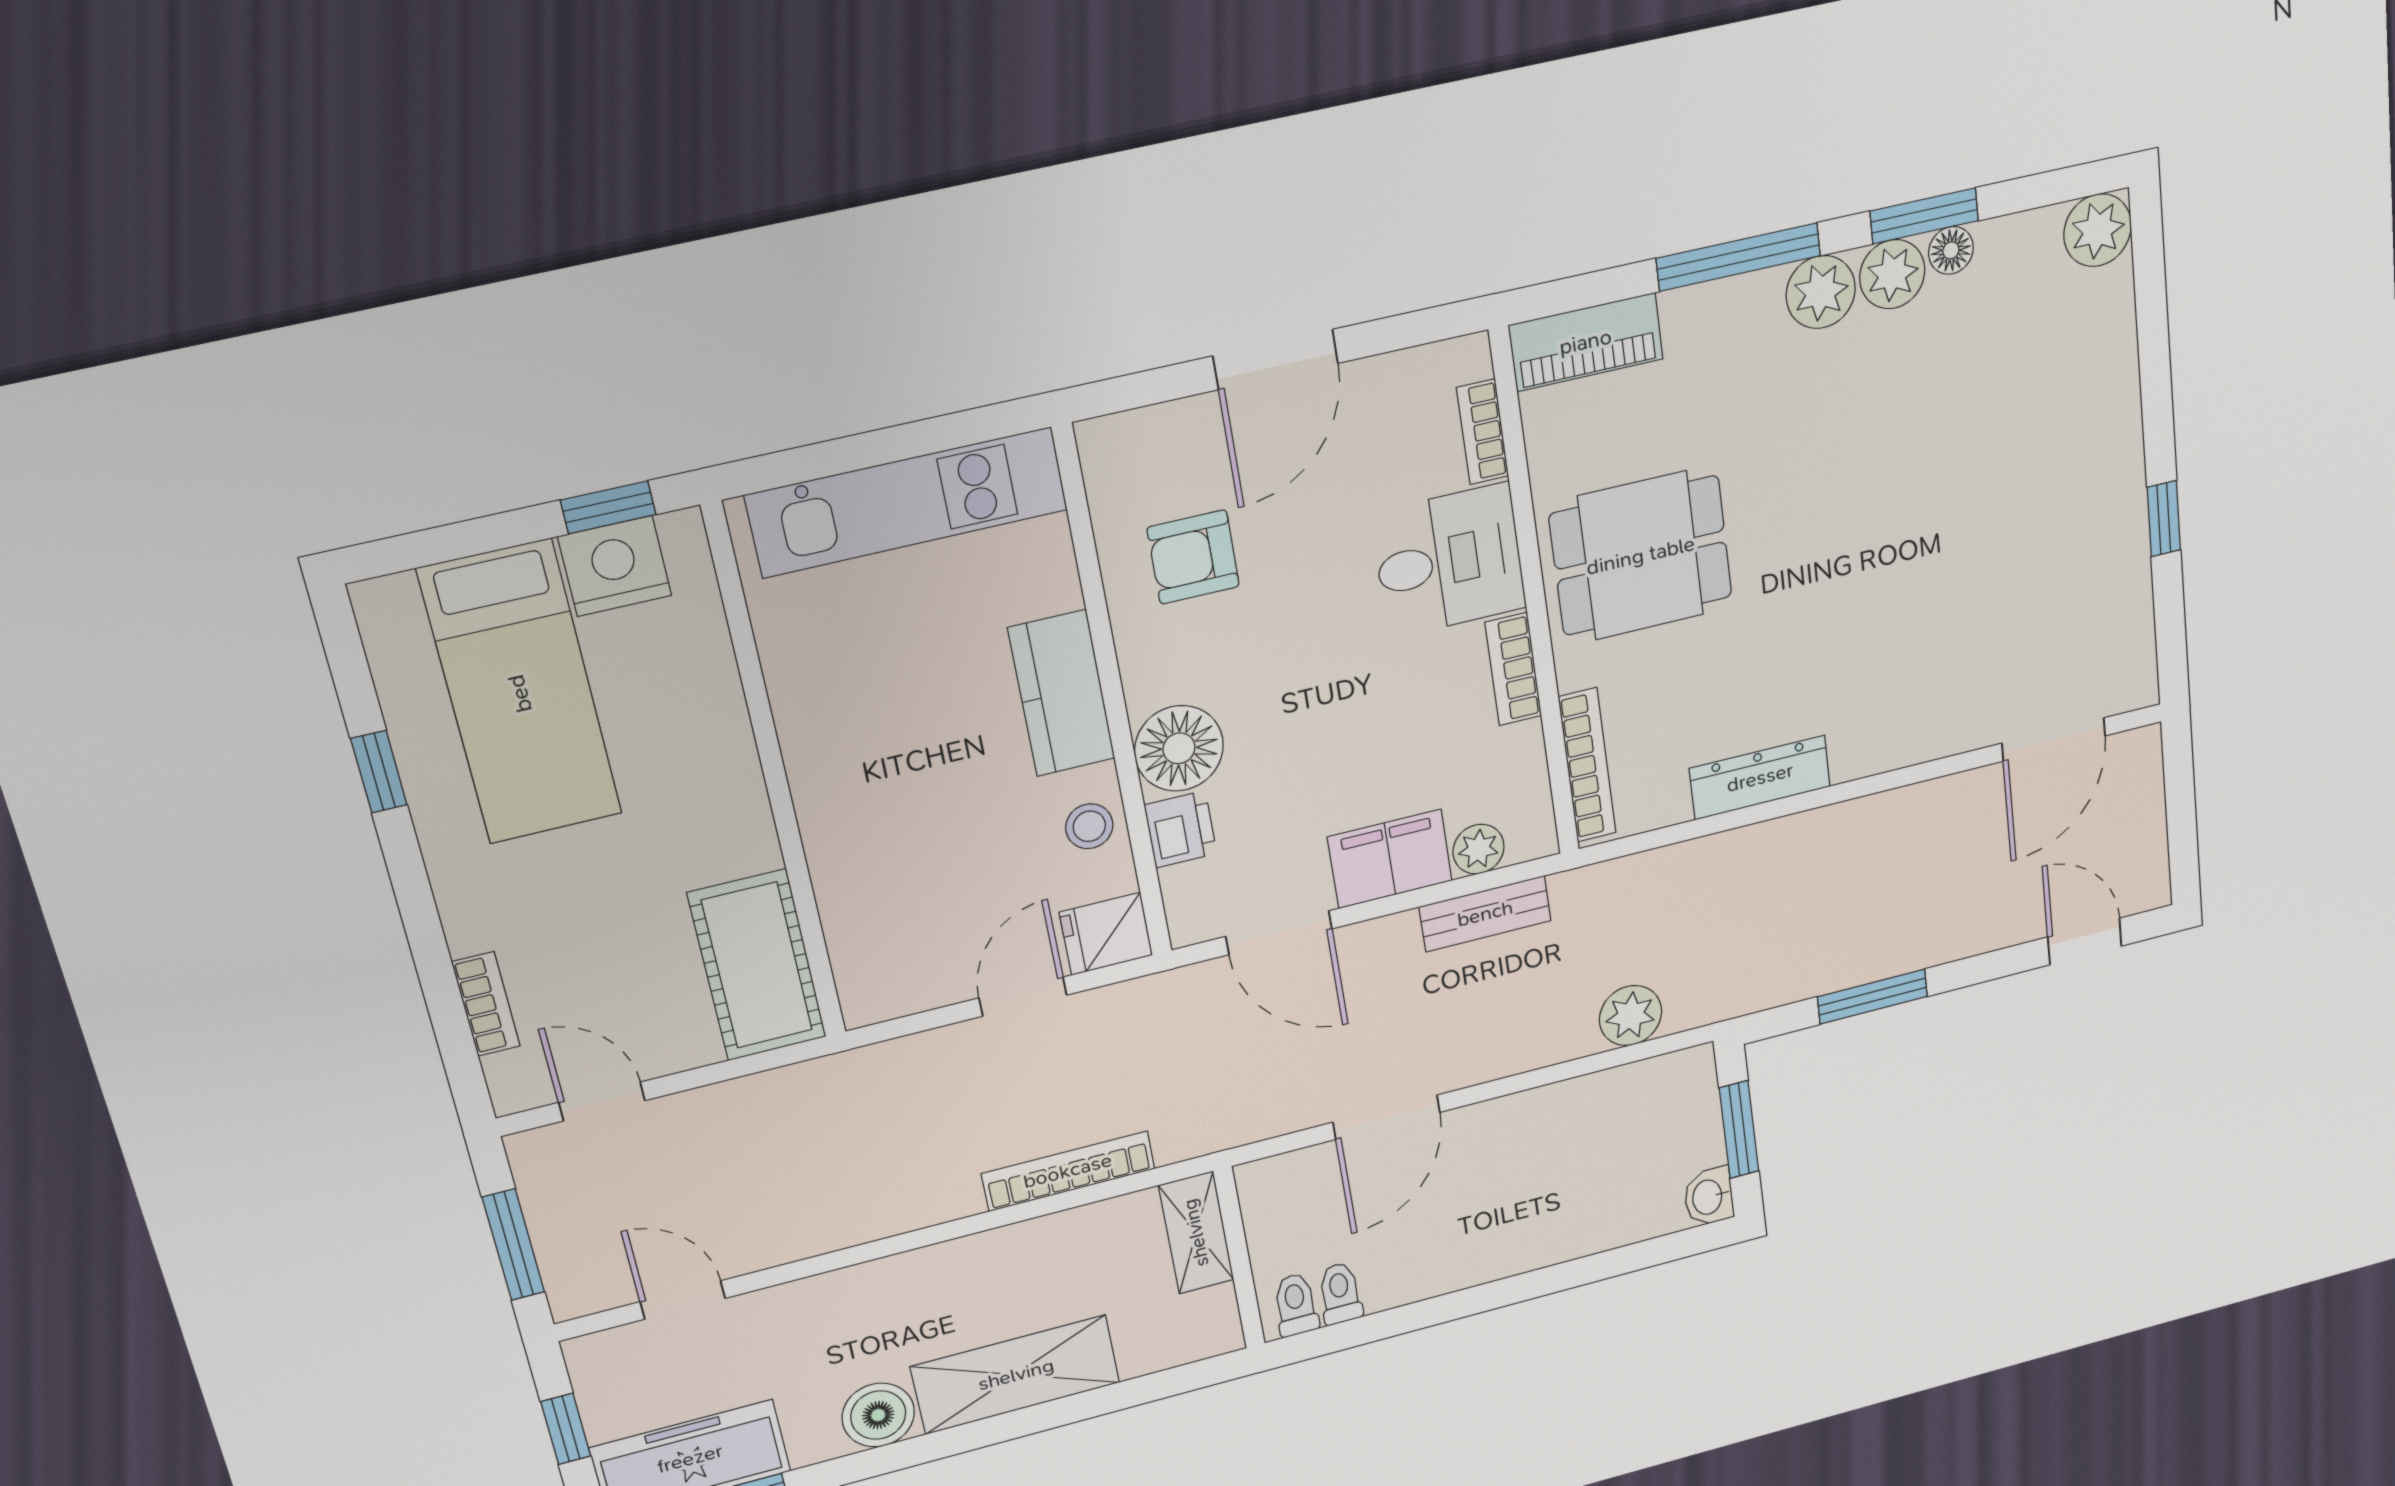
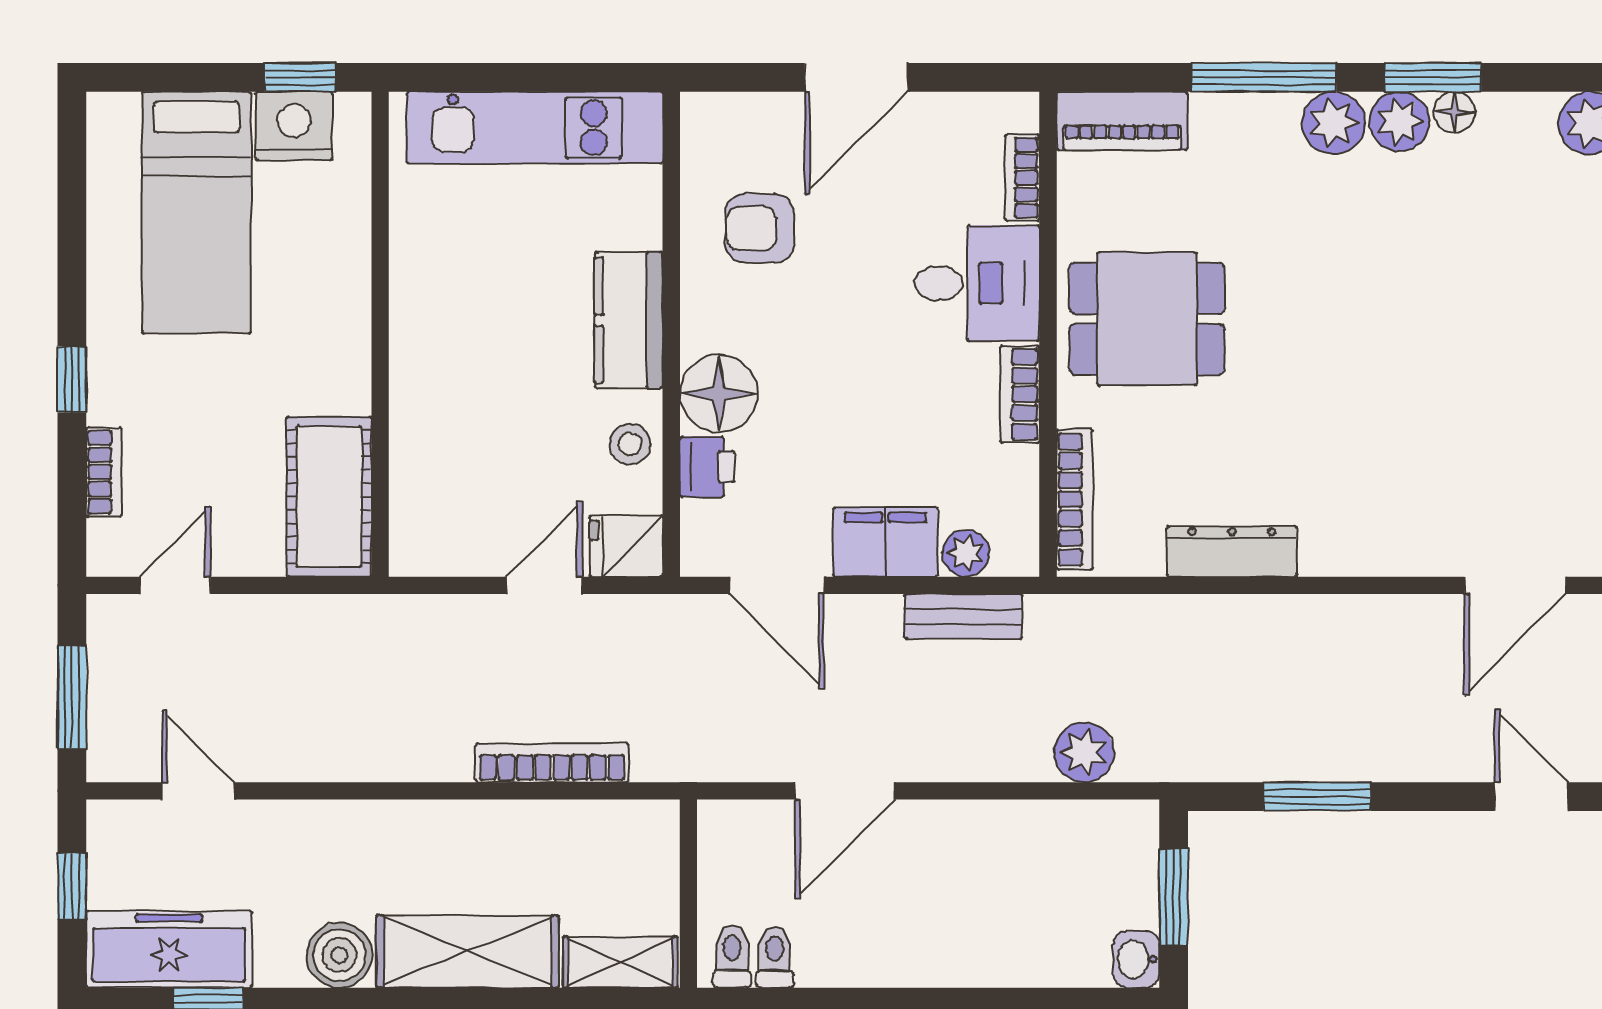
window: (379, 772) -> (72, 379), moved
door: (602, 1102) -> (175, 585), hinge flipped
shelving: (1196, 1233) -> (620, 962), moved, turned 90

